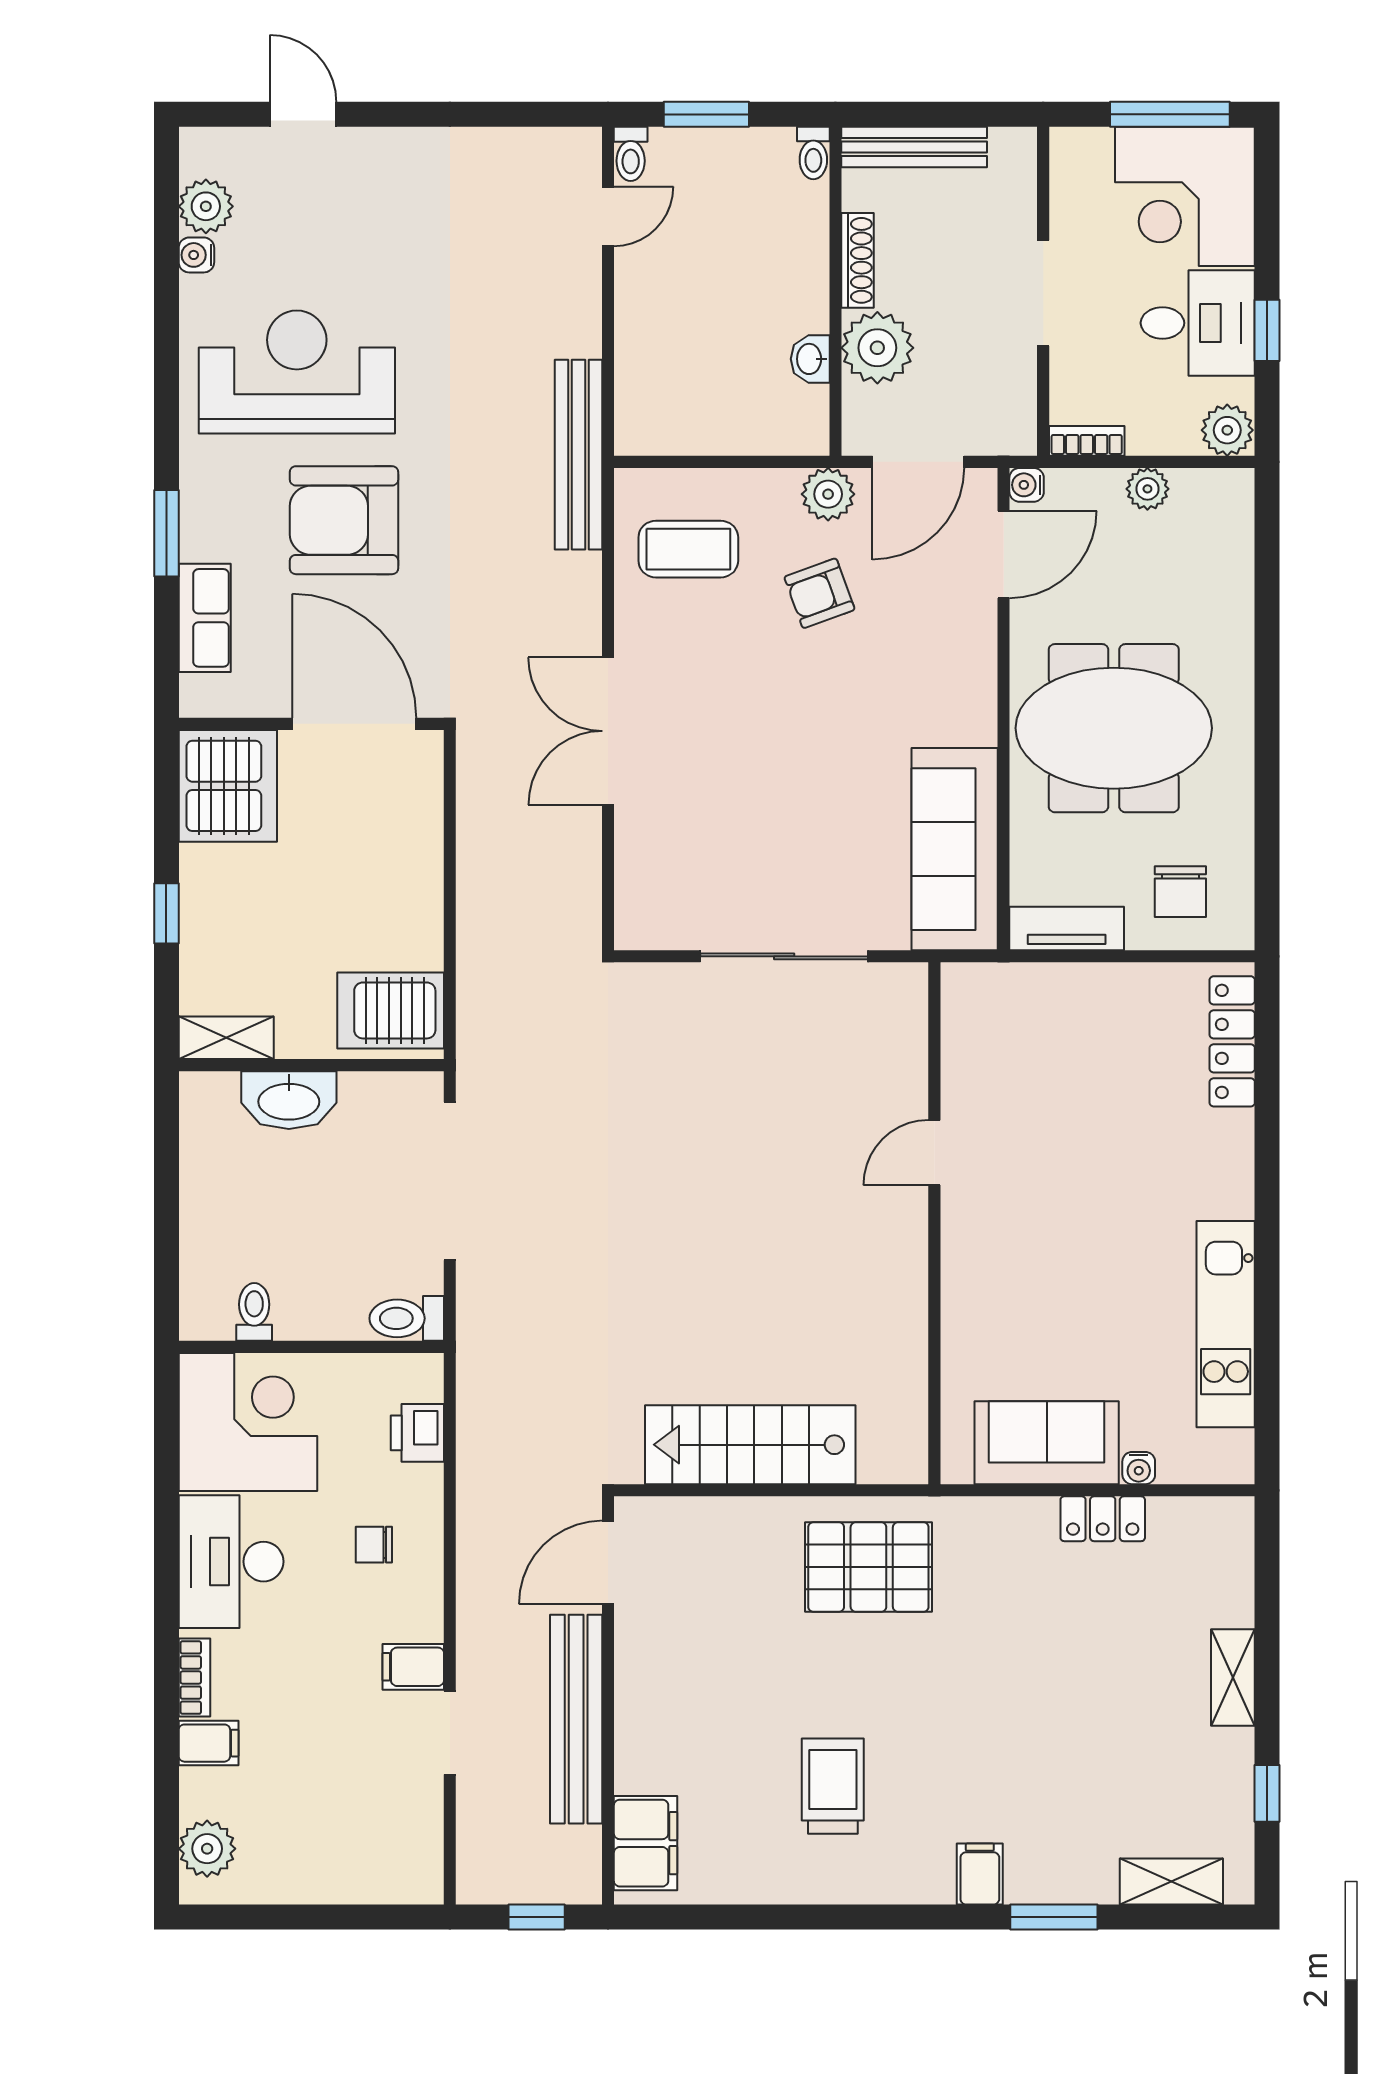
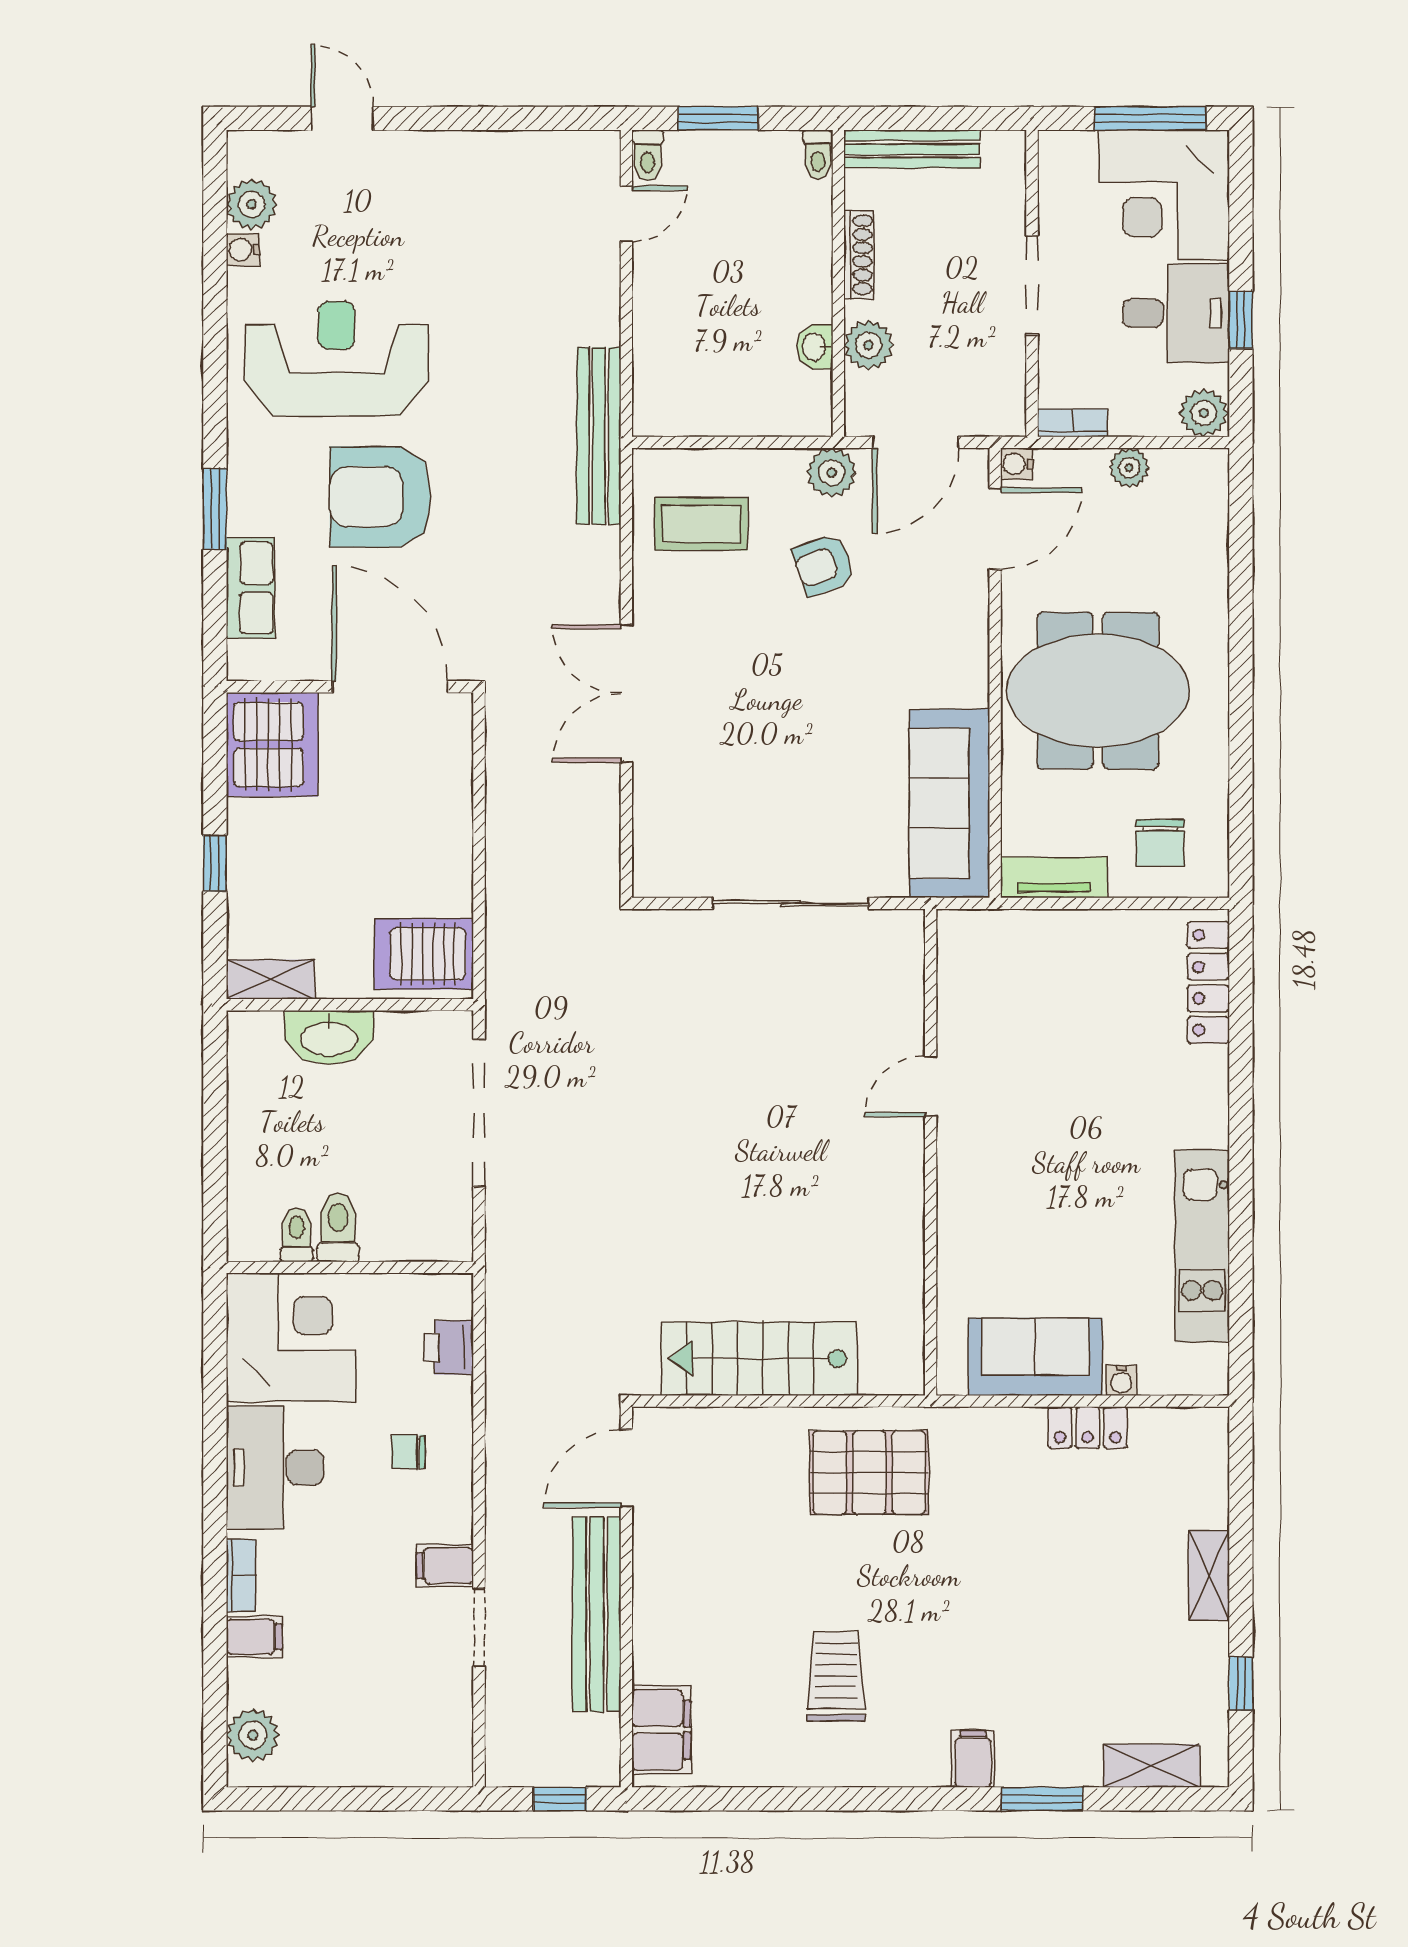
plant: (877, 348) -> (869, 345), width x0.73, depth x0.73
toilet: (407, 1318) -> (338, 1227), moved, turned 90

